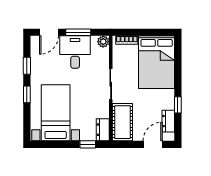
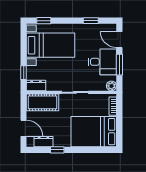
window: (27, 94) -> (44, 21), moved

